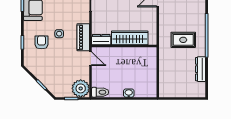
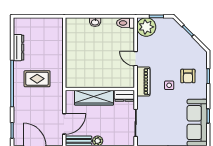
wardrobe: (130, 38) -> (94, 98), moved
dresser: (101, 40) -> (124, 96), moved
wall: (124, 46) -> (100, 89), moved

